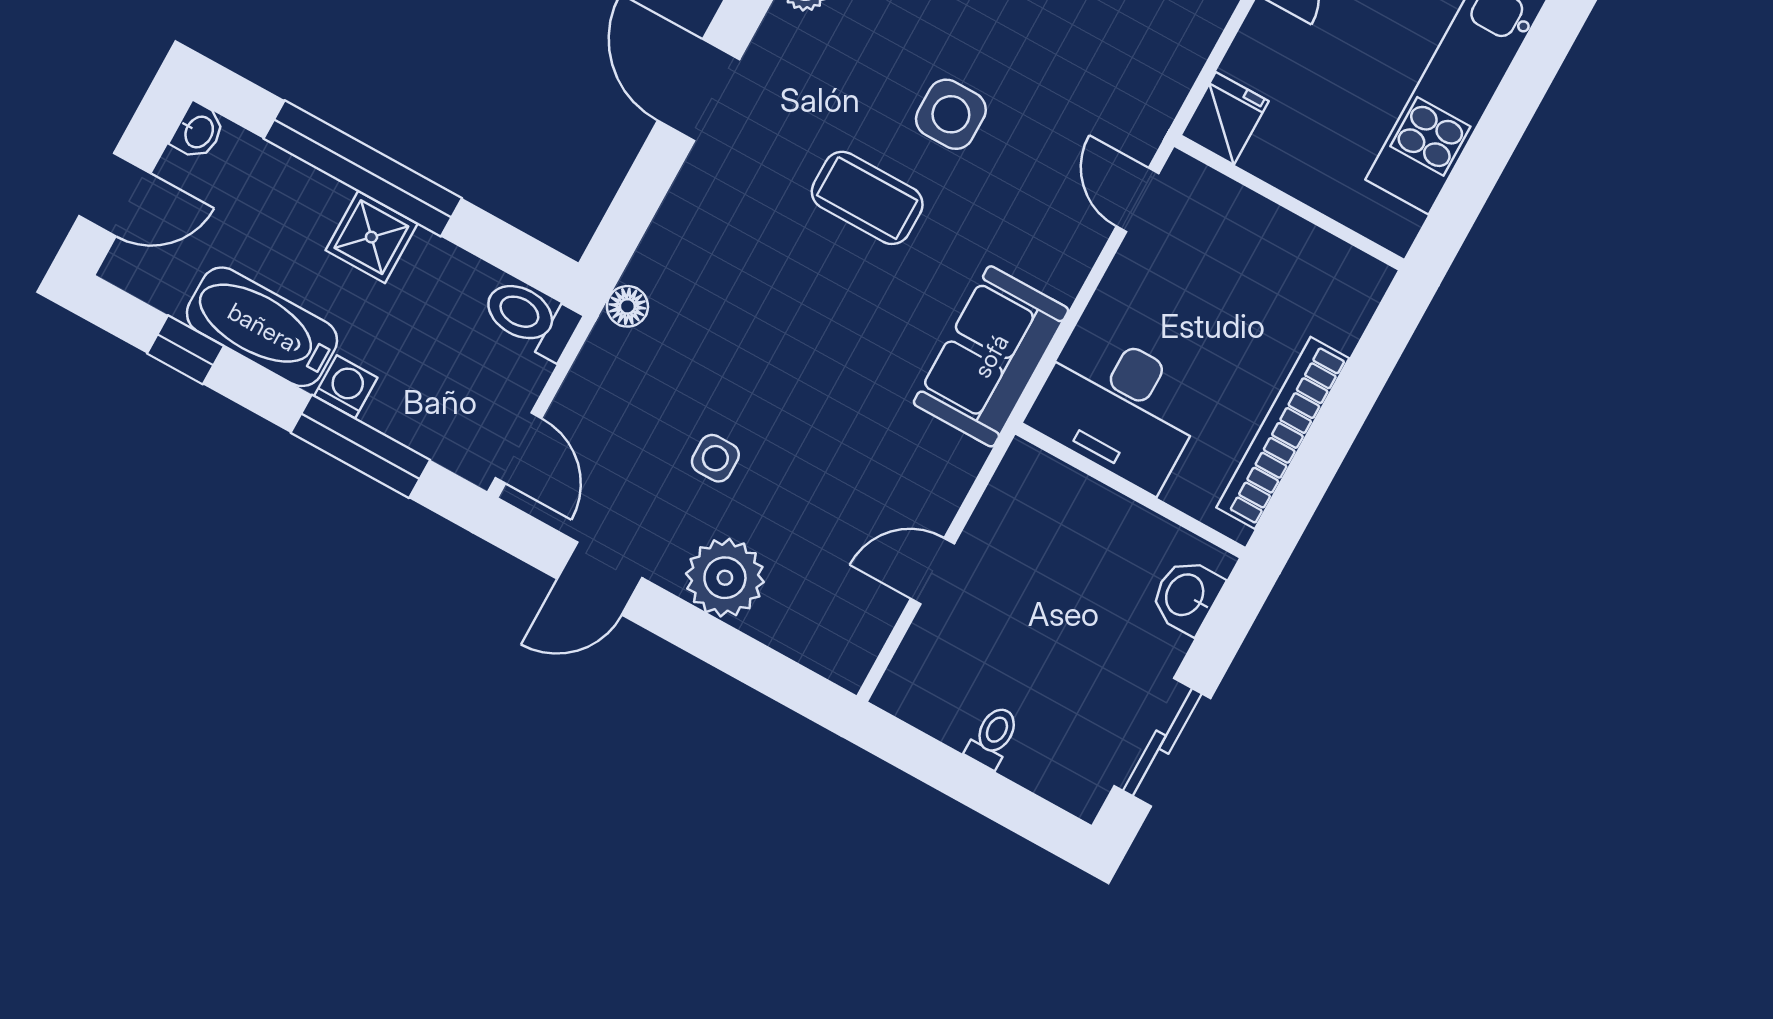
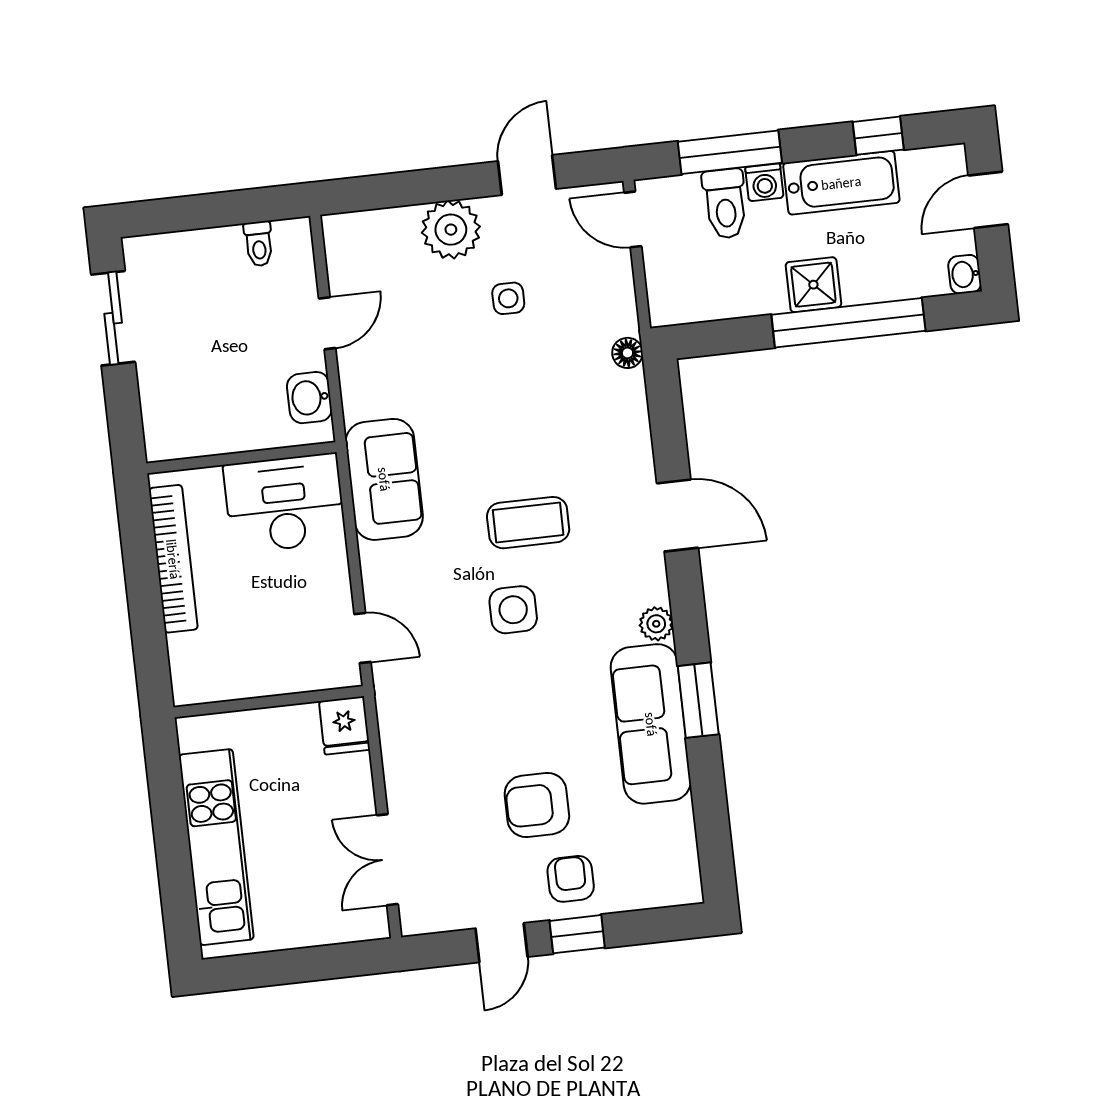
toilet: (531, 318) -> (725, 204), moved, turned 90
washbasin: (1186, 596) -> (309, 398), moved, turned 180
toilet: (993, 737) -> (259, 244), moved

